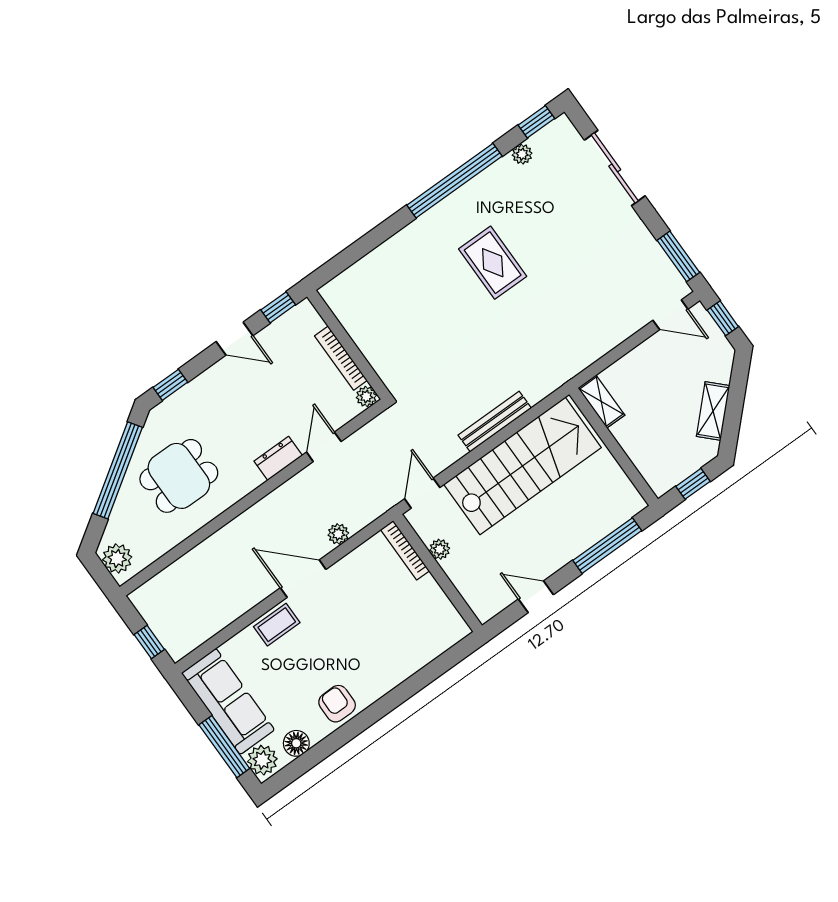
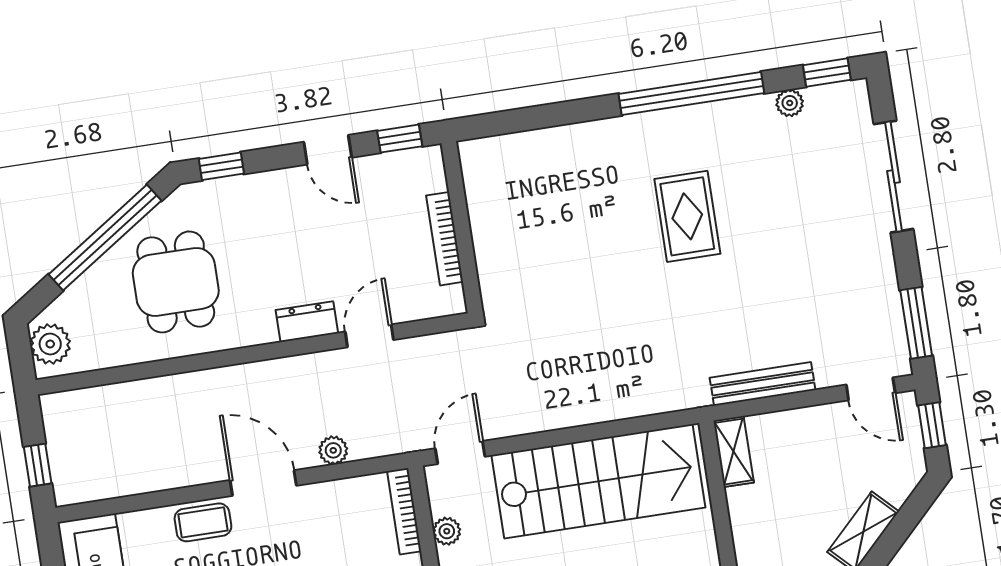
plant: (366, 396) -> (452, 301), removed
bench: (495, 422) -> (763, 384), moved
dining table: (179, 476) -> (176, 282), turned 90

